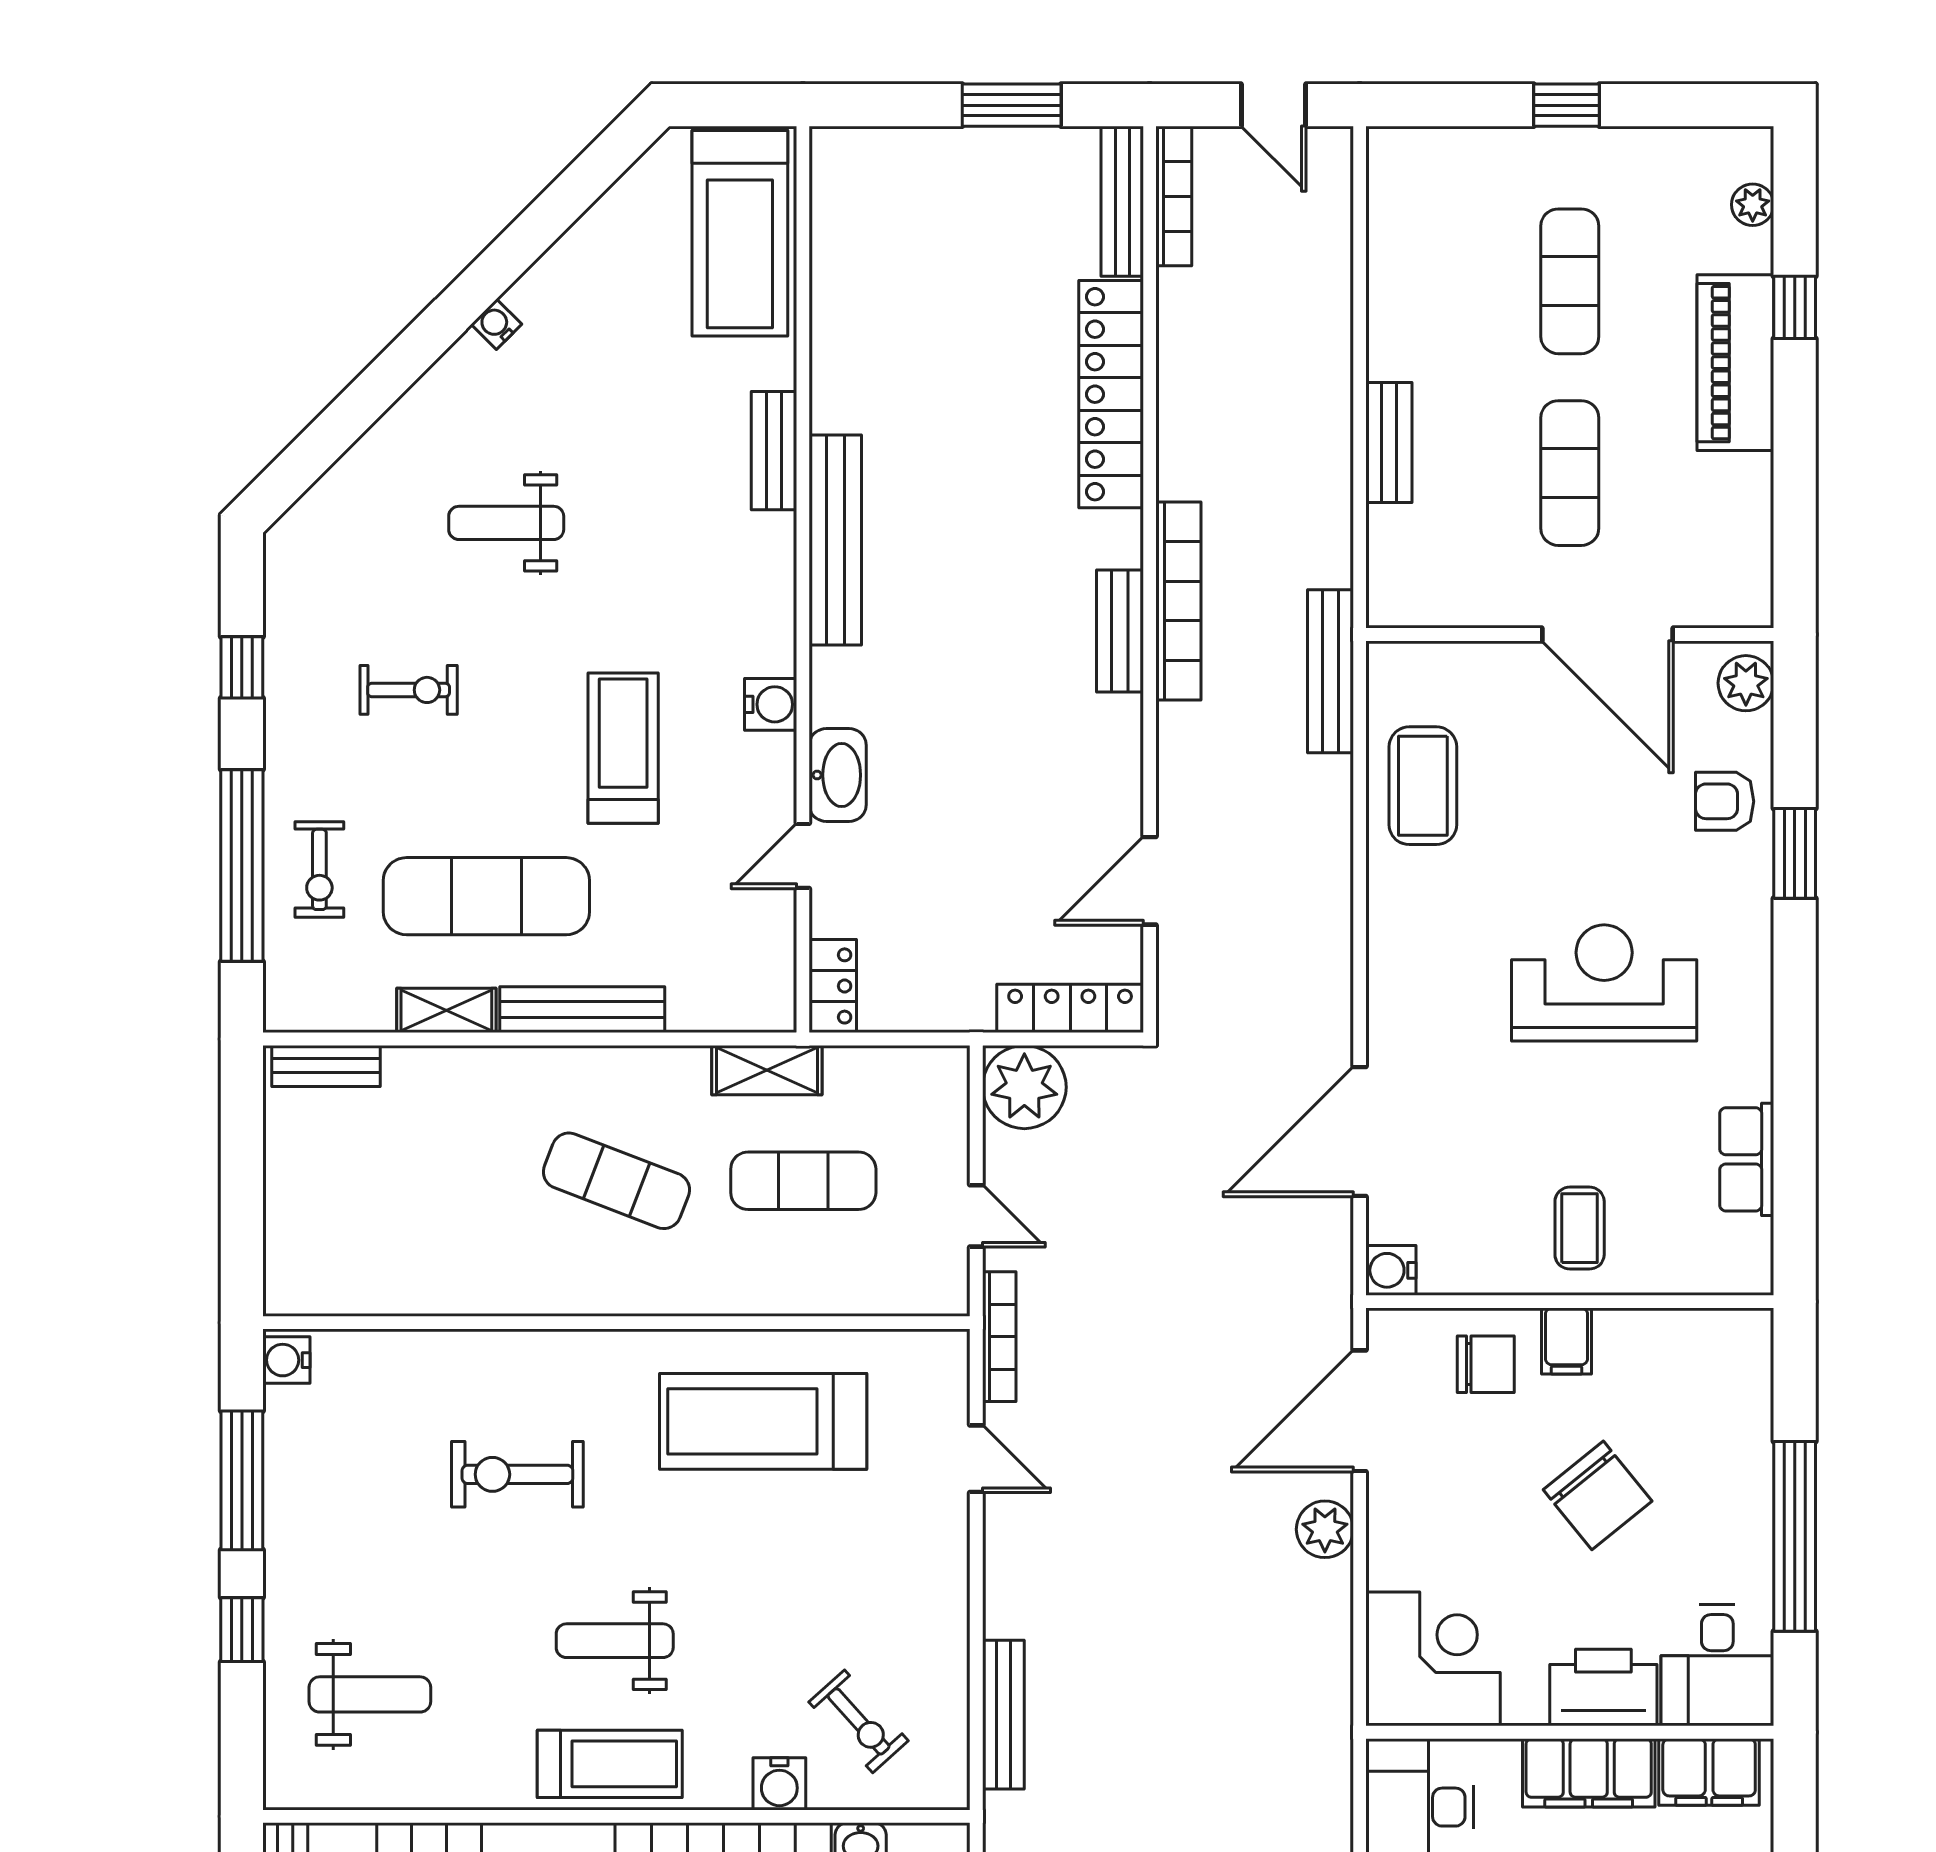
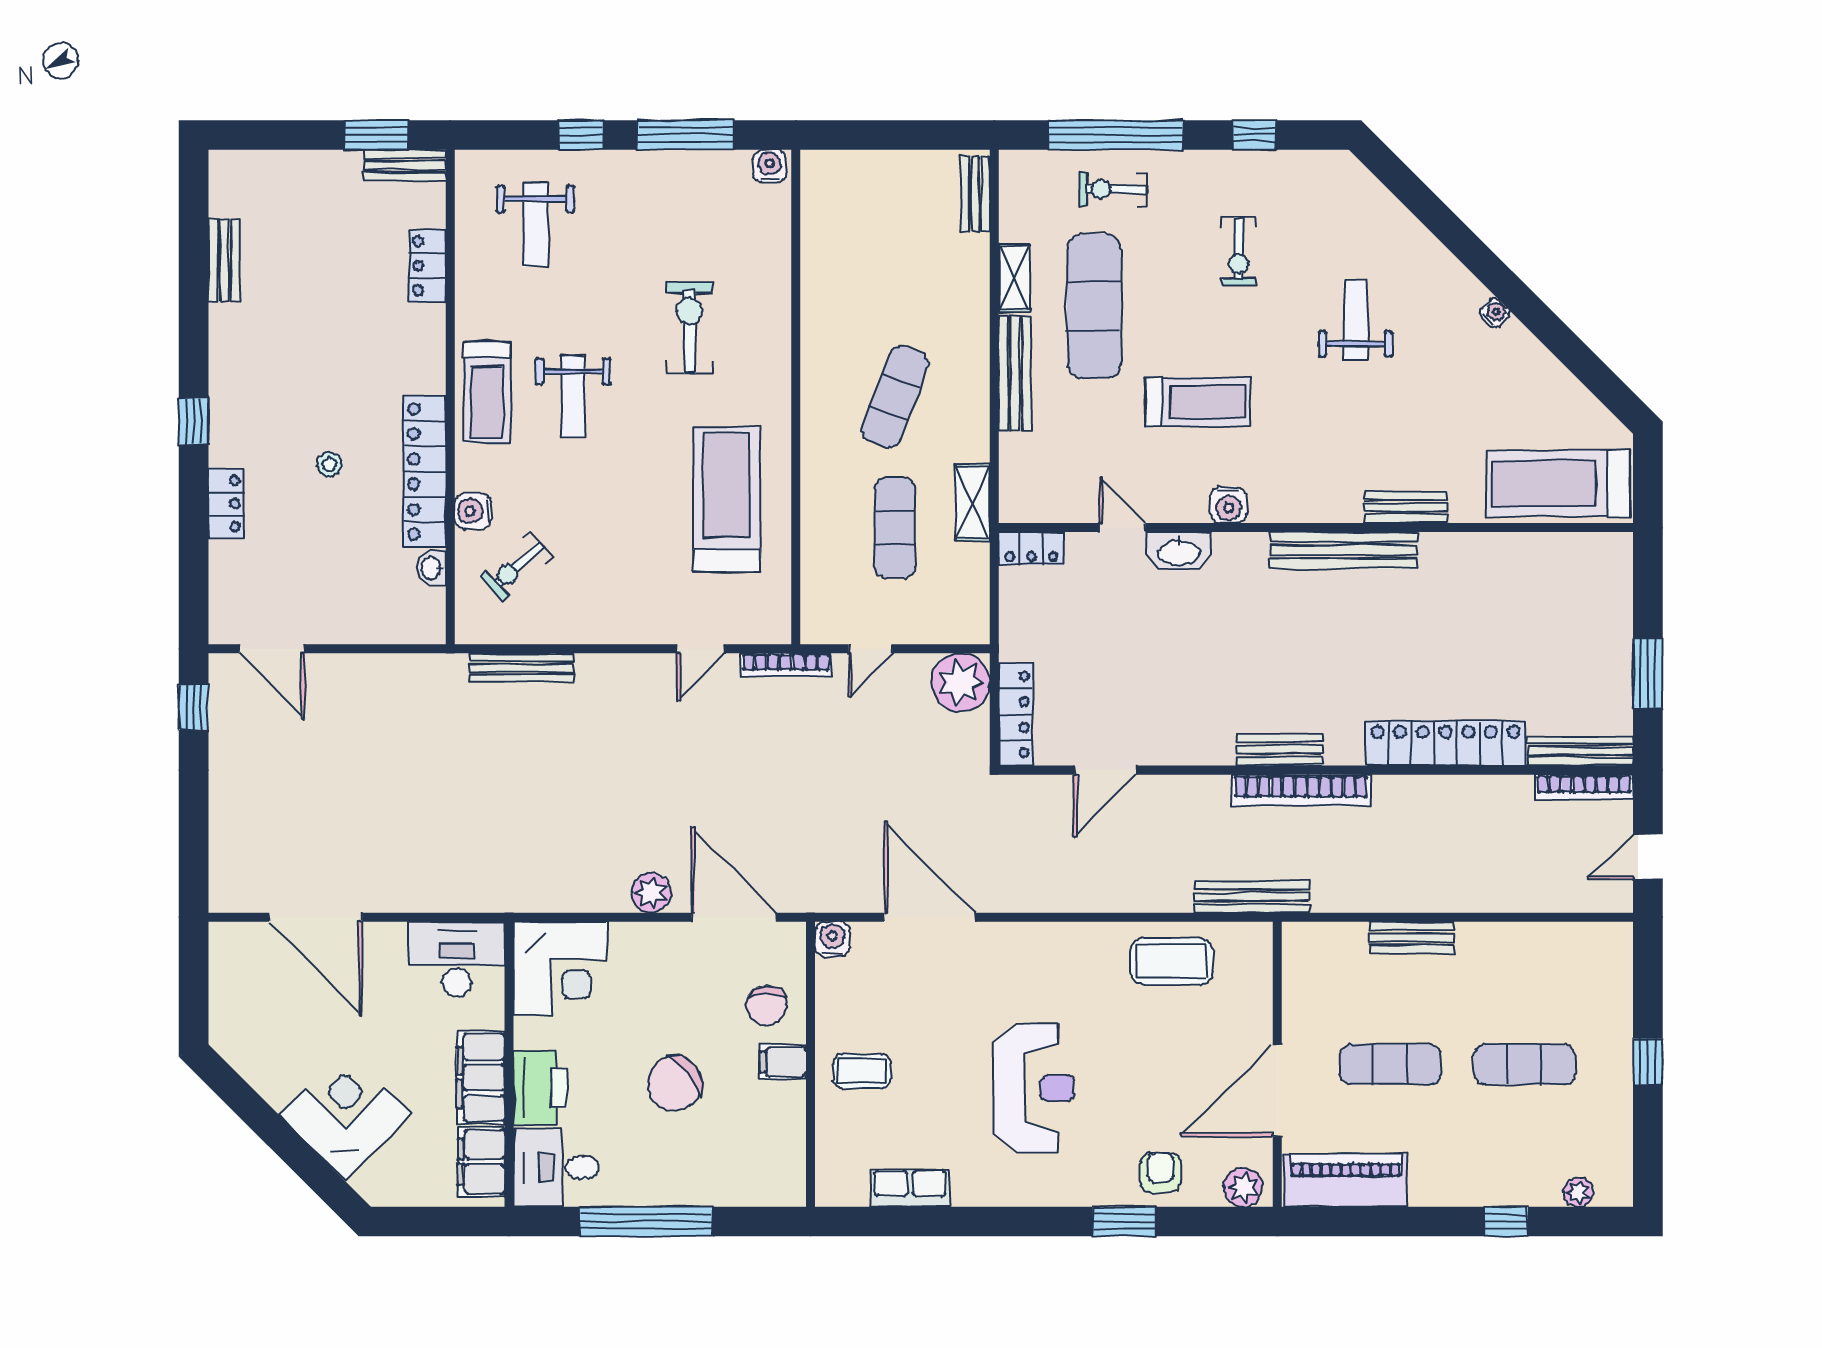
piano: (1735, 363) -> (1346, 1180), moved
door: (1150, 881) -> (1105, 770), swing flipped
weight bench: (615, 1641) -> (573, 396), turned 180

